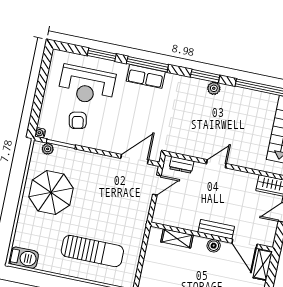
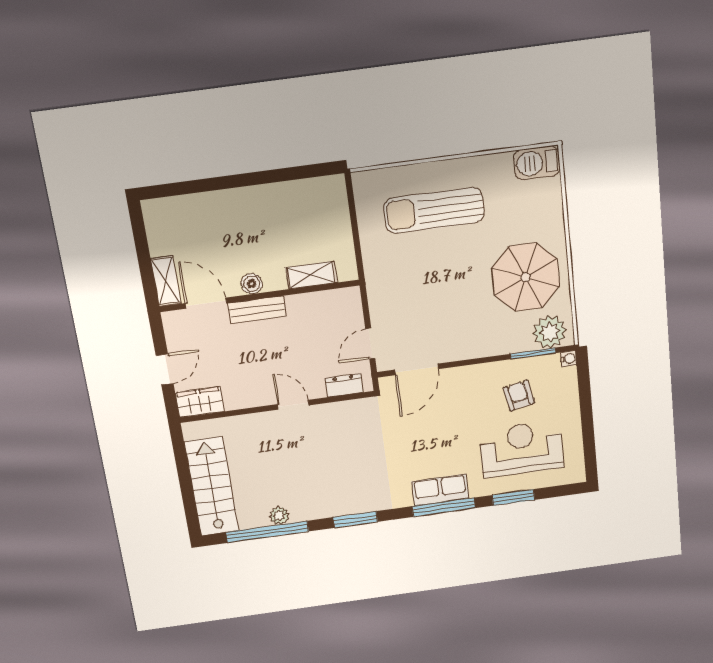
plant: (214, 88) -> (279, 516), moved
plant: (48, 149) -> (550, 332), width x1.88, depth x1.88
door: (216, 164) -> (293, 405), swing flipped

